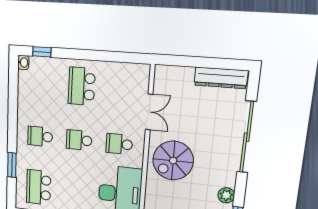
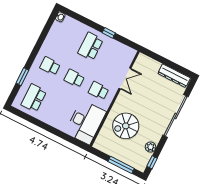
window: (42, 52) -> (109, 33), moved
spiral stairs: (173, 161) -> (126, 126), moved

